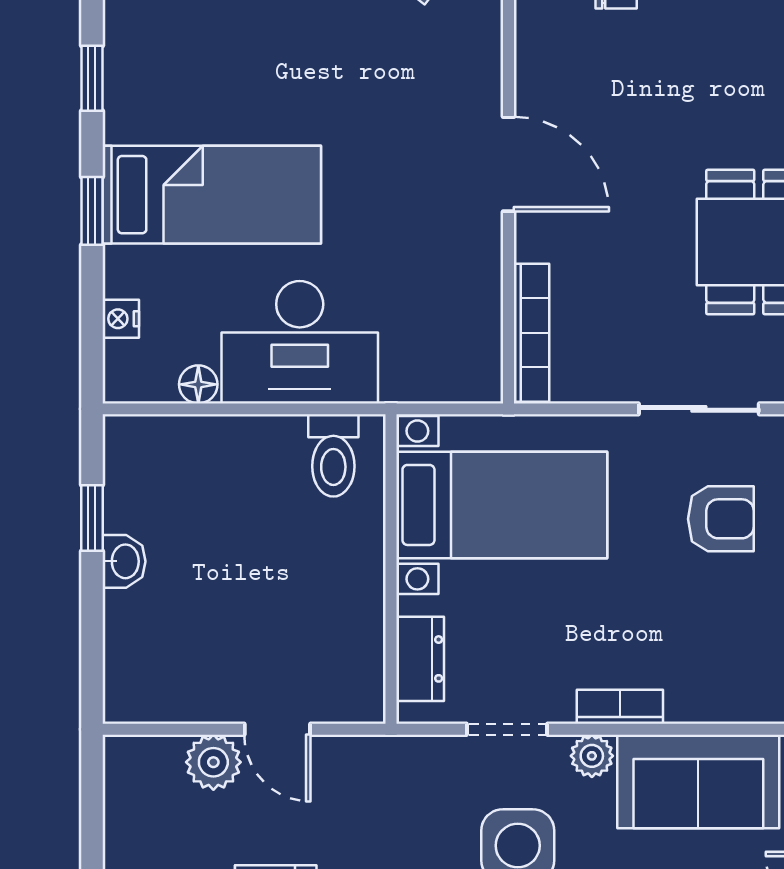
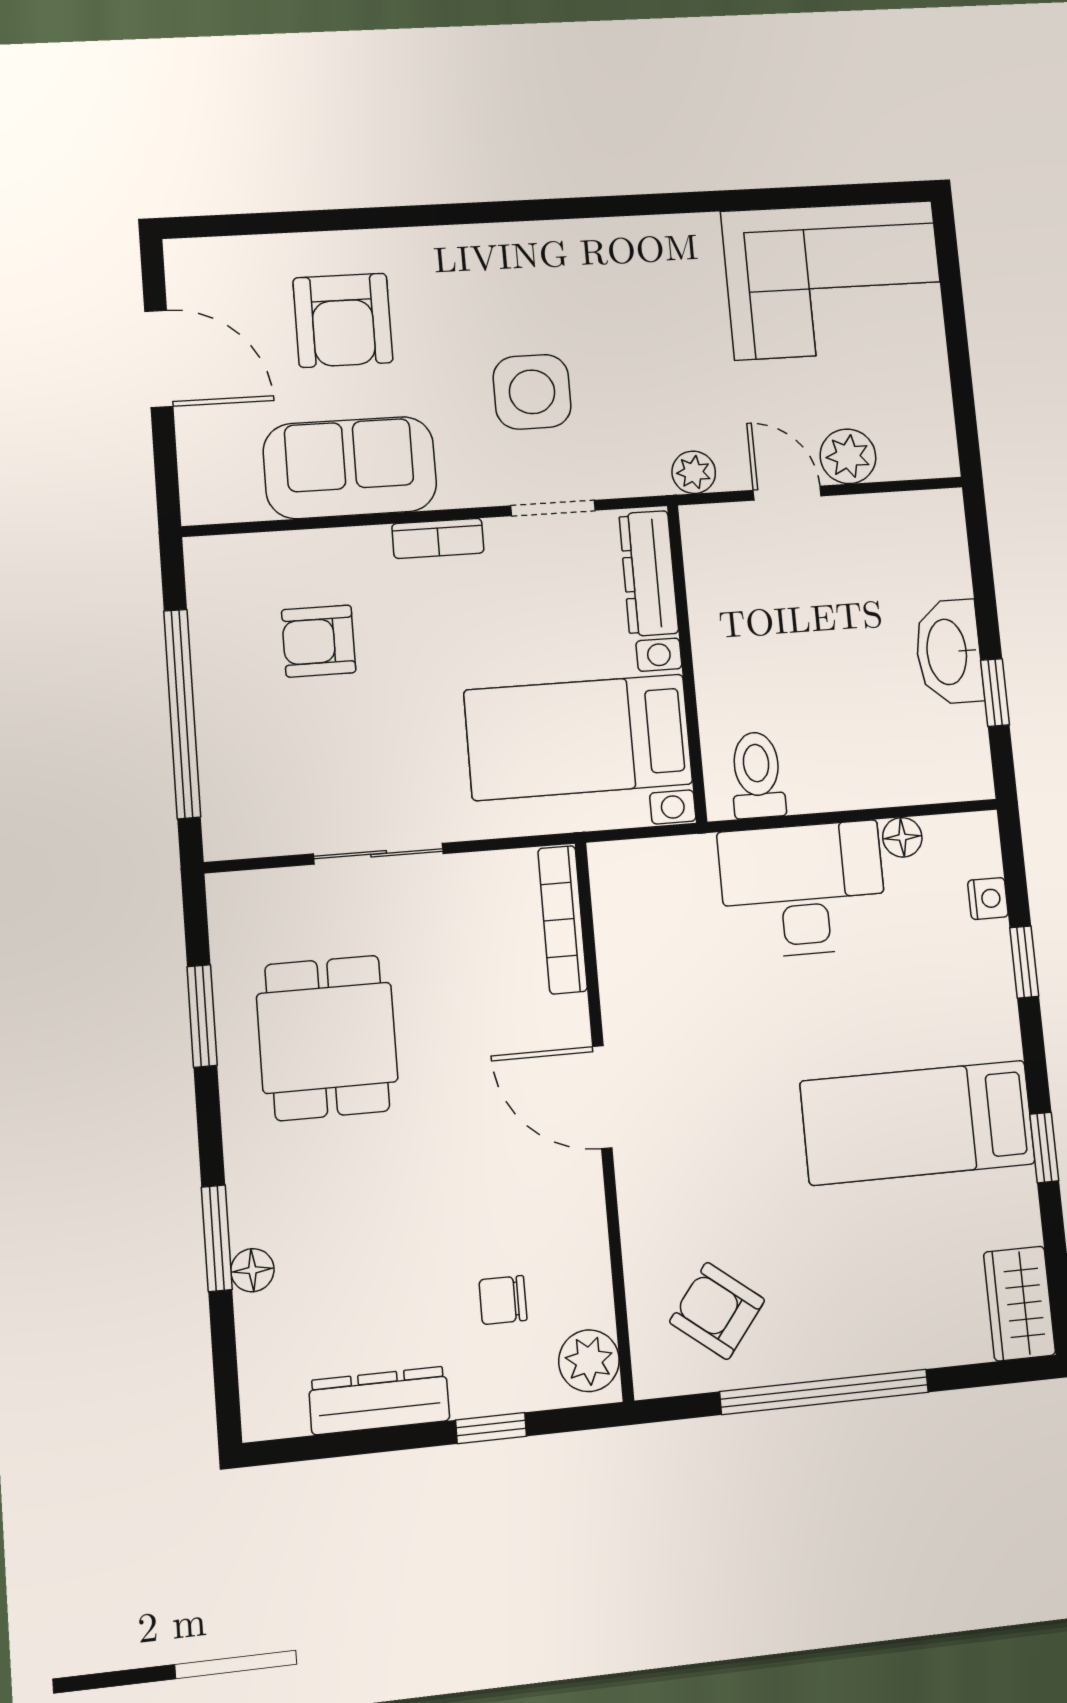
bed: (212, 195) -> (918, 1123), moved
window: (92, 211) -> (1024, 962), moved
armchair: (721, 519) -> (319, 641), moved
washbasin: (124, 561) -> (949, 652), width x1.91, depth x1.45
dresser: (420, 659) -> (649, 573), width x1.44
plant: (592, 756) -> (694, 472), moved

